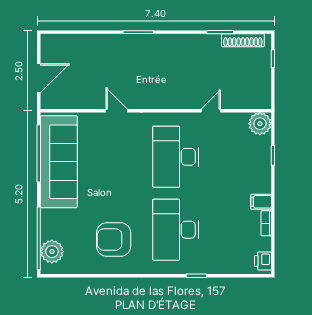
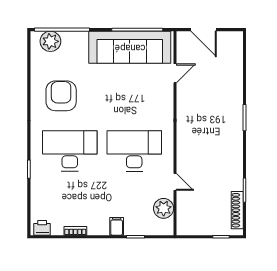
door: (117, 111) -> (175, 73), moved
plant: (260, 124) -> (164, 208), moved
filing cabinet: (261, 202) -> (117, 226), moved

